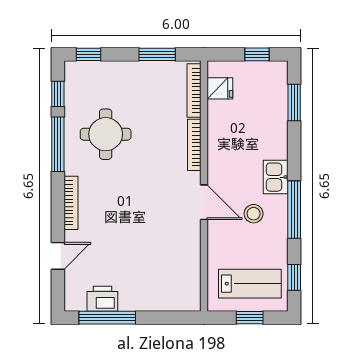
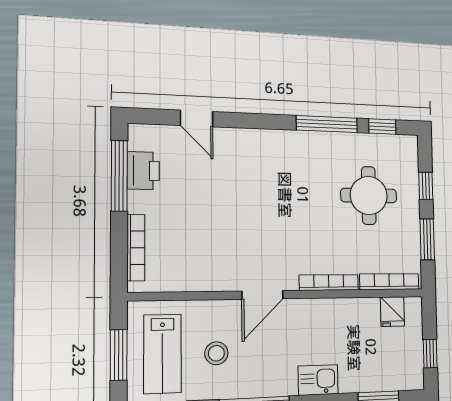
window: (89, 54) -> (426, 186), moved
round table: (106, 134) -> (369, 196), moved
kitchen sink: (276, 177) -> (318, 380), moved
bookcase: (71, 203) -> (136, 248), moved, turned -90
stool: (254, 214) -> (216, 353), moved
window: (250, 318) -> (119, 355), width x1.50

